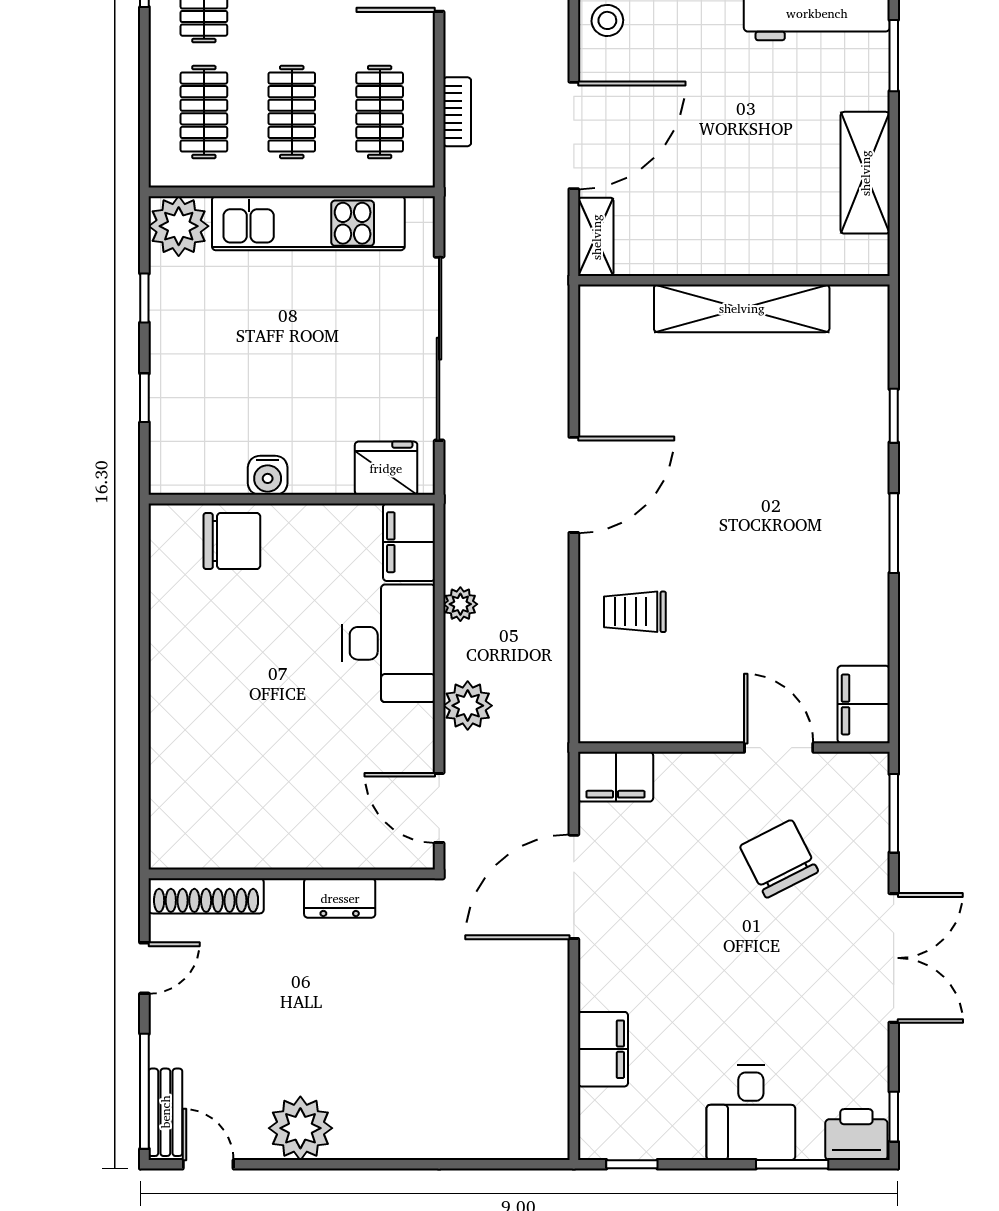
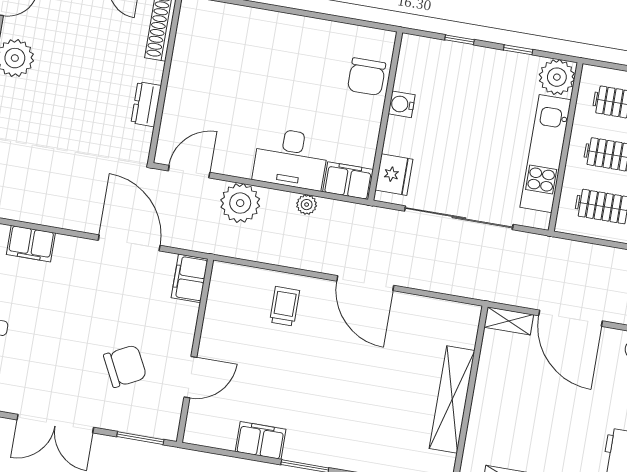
bookcase: (457, 112) -> (596, 252), removed
filing cabinet: (864, 704) -> (261, 440), moved
plant: (468, 706) -> (240, 203), width x1.36, depth x1.36

